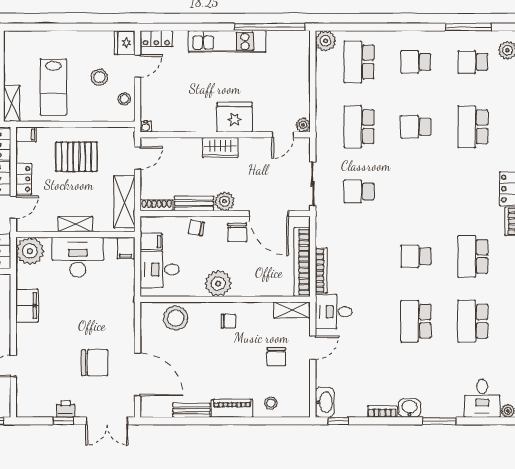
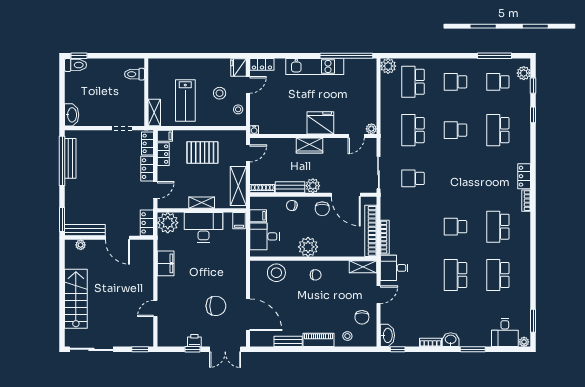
locker: (24, 179) -> (163, 154), moved
chair: (276, 357) -> (362, 317), moved

